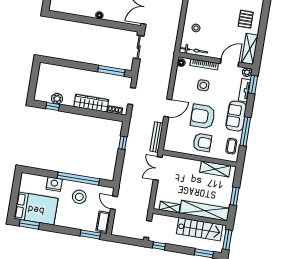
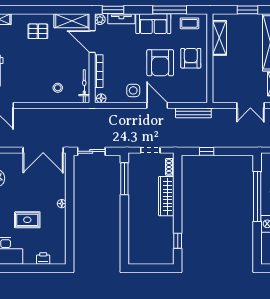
side table: (203, 85) -> (133, 90), moved
plant: (57, 99) -> (168, 237), removed
double door: (158, 168) -> (250, 105), moved

